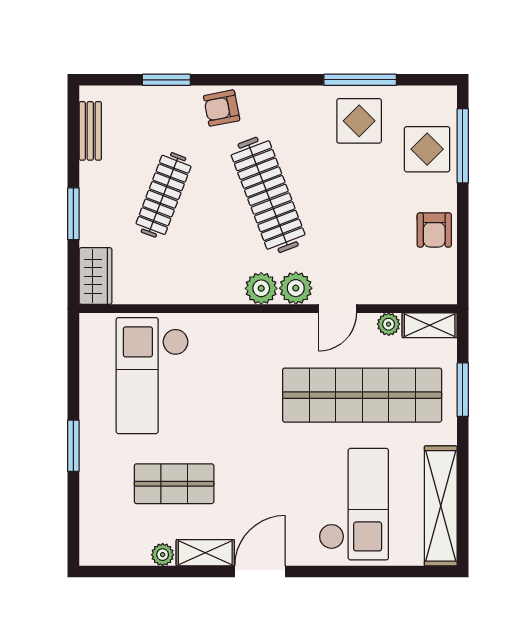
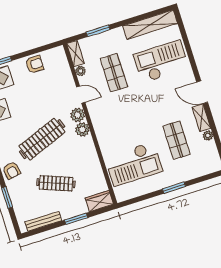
bench: (90, 131) -> (43, 221), width x1.36
shop shelf: (362, 395) -> (114, 73), width x0.50, depth x0.74

